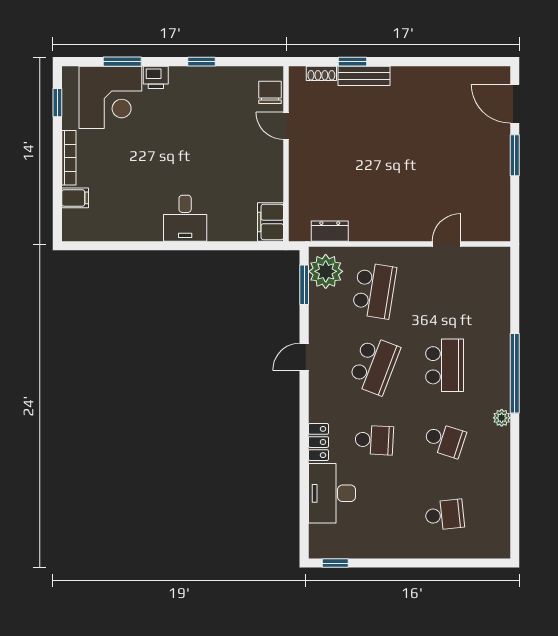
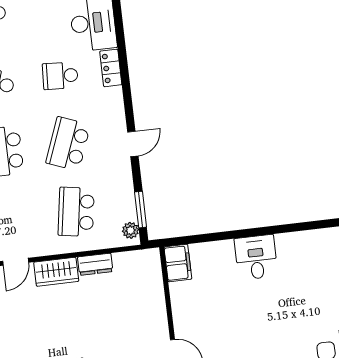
wardrobe: (404, 228) -> (56, 272), added
dresser: (330, 231) -> (95, 264), moved
plant: (326, 271) -> (131, 230), width x0.53, depth x0.53

